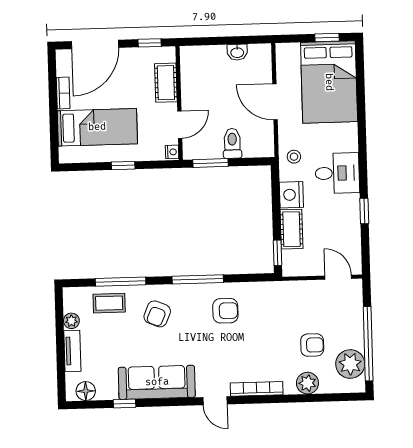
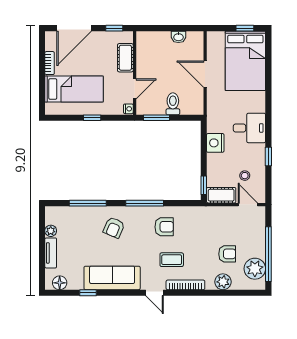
stool: (294, 157) -> (245, 176), moved
cot: (291, 229) -> (221, 195), moved, turned 90
coffee table: (109, 303) -> (172, 260), moved

